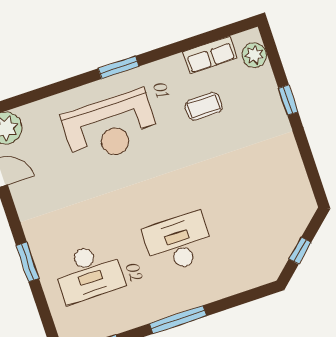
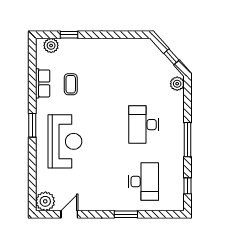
row of seats: (210, 55) -> (43, 83), moved
window: (288, 100) -> (69, 35), moved
plant: (260, 274) -> (177, 84), added

